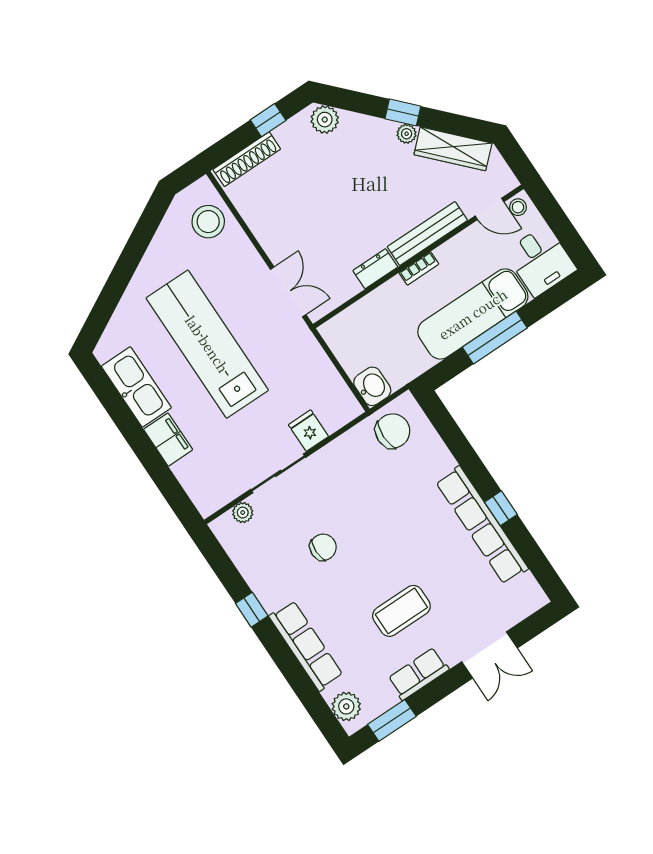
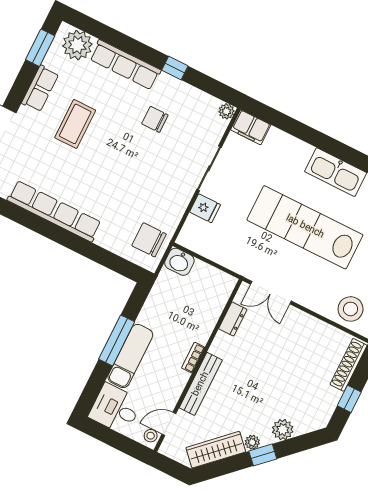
plant: (325, 120) -> (283, 430), moved
dresser: (375, 269) -> (233, 319), moved
exam couch: (473, 314) -> (130, 356), width x0.73, depth x0.69
lab bench: (207, 344) -> (305, 227), turned 180
chair: (393, 431) -> (149, 240), turned 90
filing cabinet: (168, 440) -> (251, 127), moved
window: (501, 508) -> (48, 230), removed
plant: (243, 513) -> (226, 111), moved
chair: (323, 547) -> (155, 119), moved, turned 90
plant: (346, 706) -> (77, 45), width x1.36, depth x1.36

